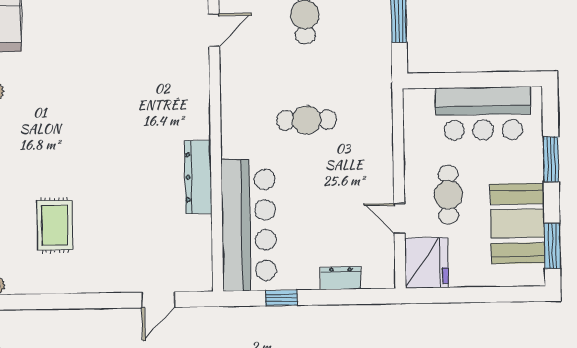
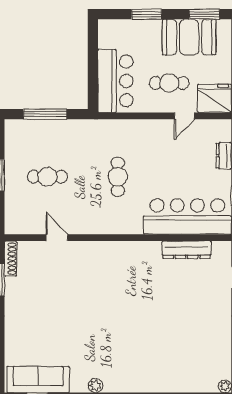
bar counter: (483, 114) -> (115, 81), moved
dresser: (198, 177) -> (187, 250), moved
rug: (55, 225) -> (185, 346), removed

